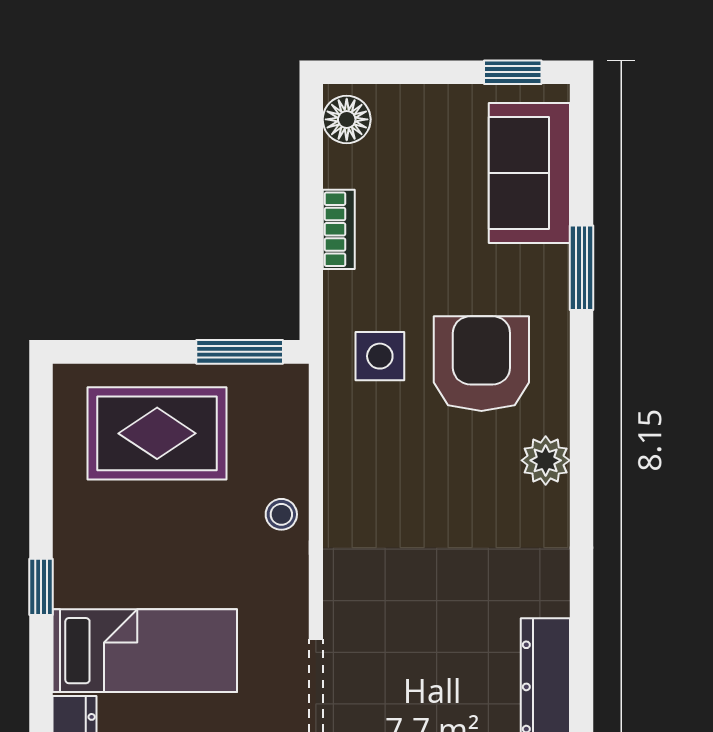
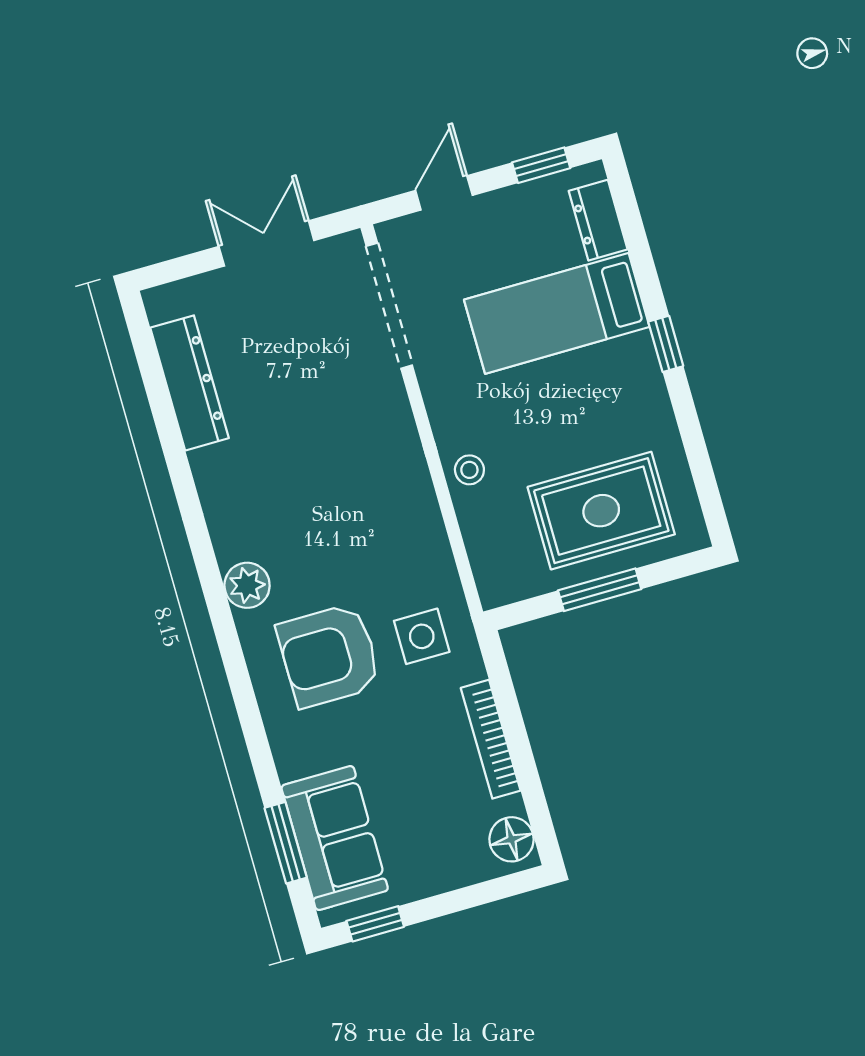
bookcase: (339, 229) -> (491, 739), width x1.56
window: (582, 268) -> (286, 843), moved
window: (240, 352) -> (600, 590), moved
armchair: (481, 364) -> (329, 655), turned 90

